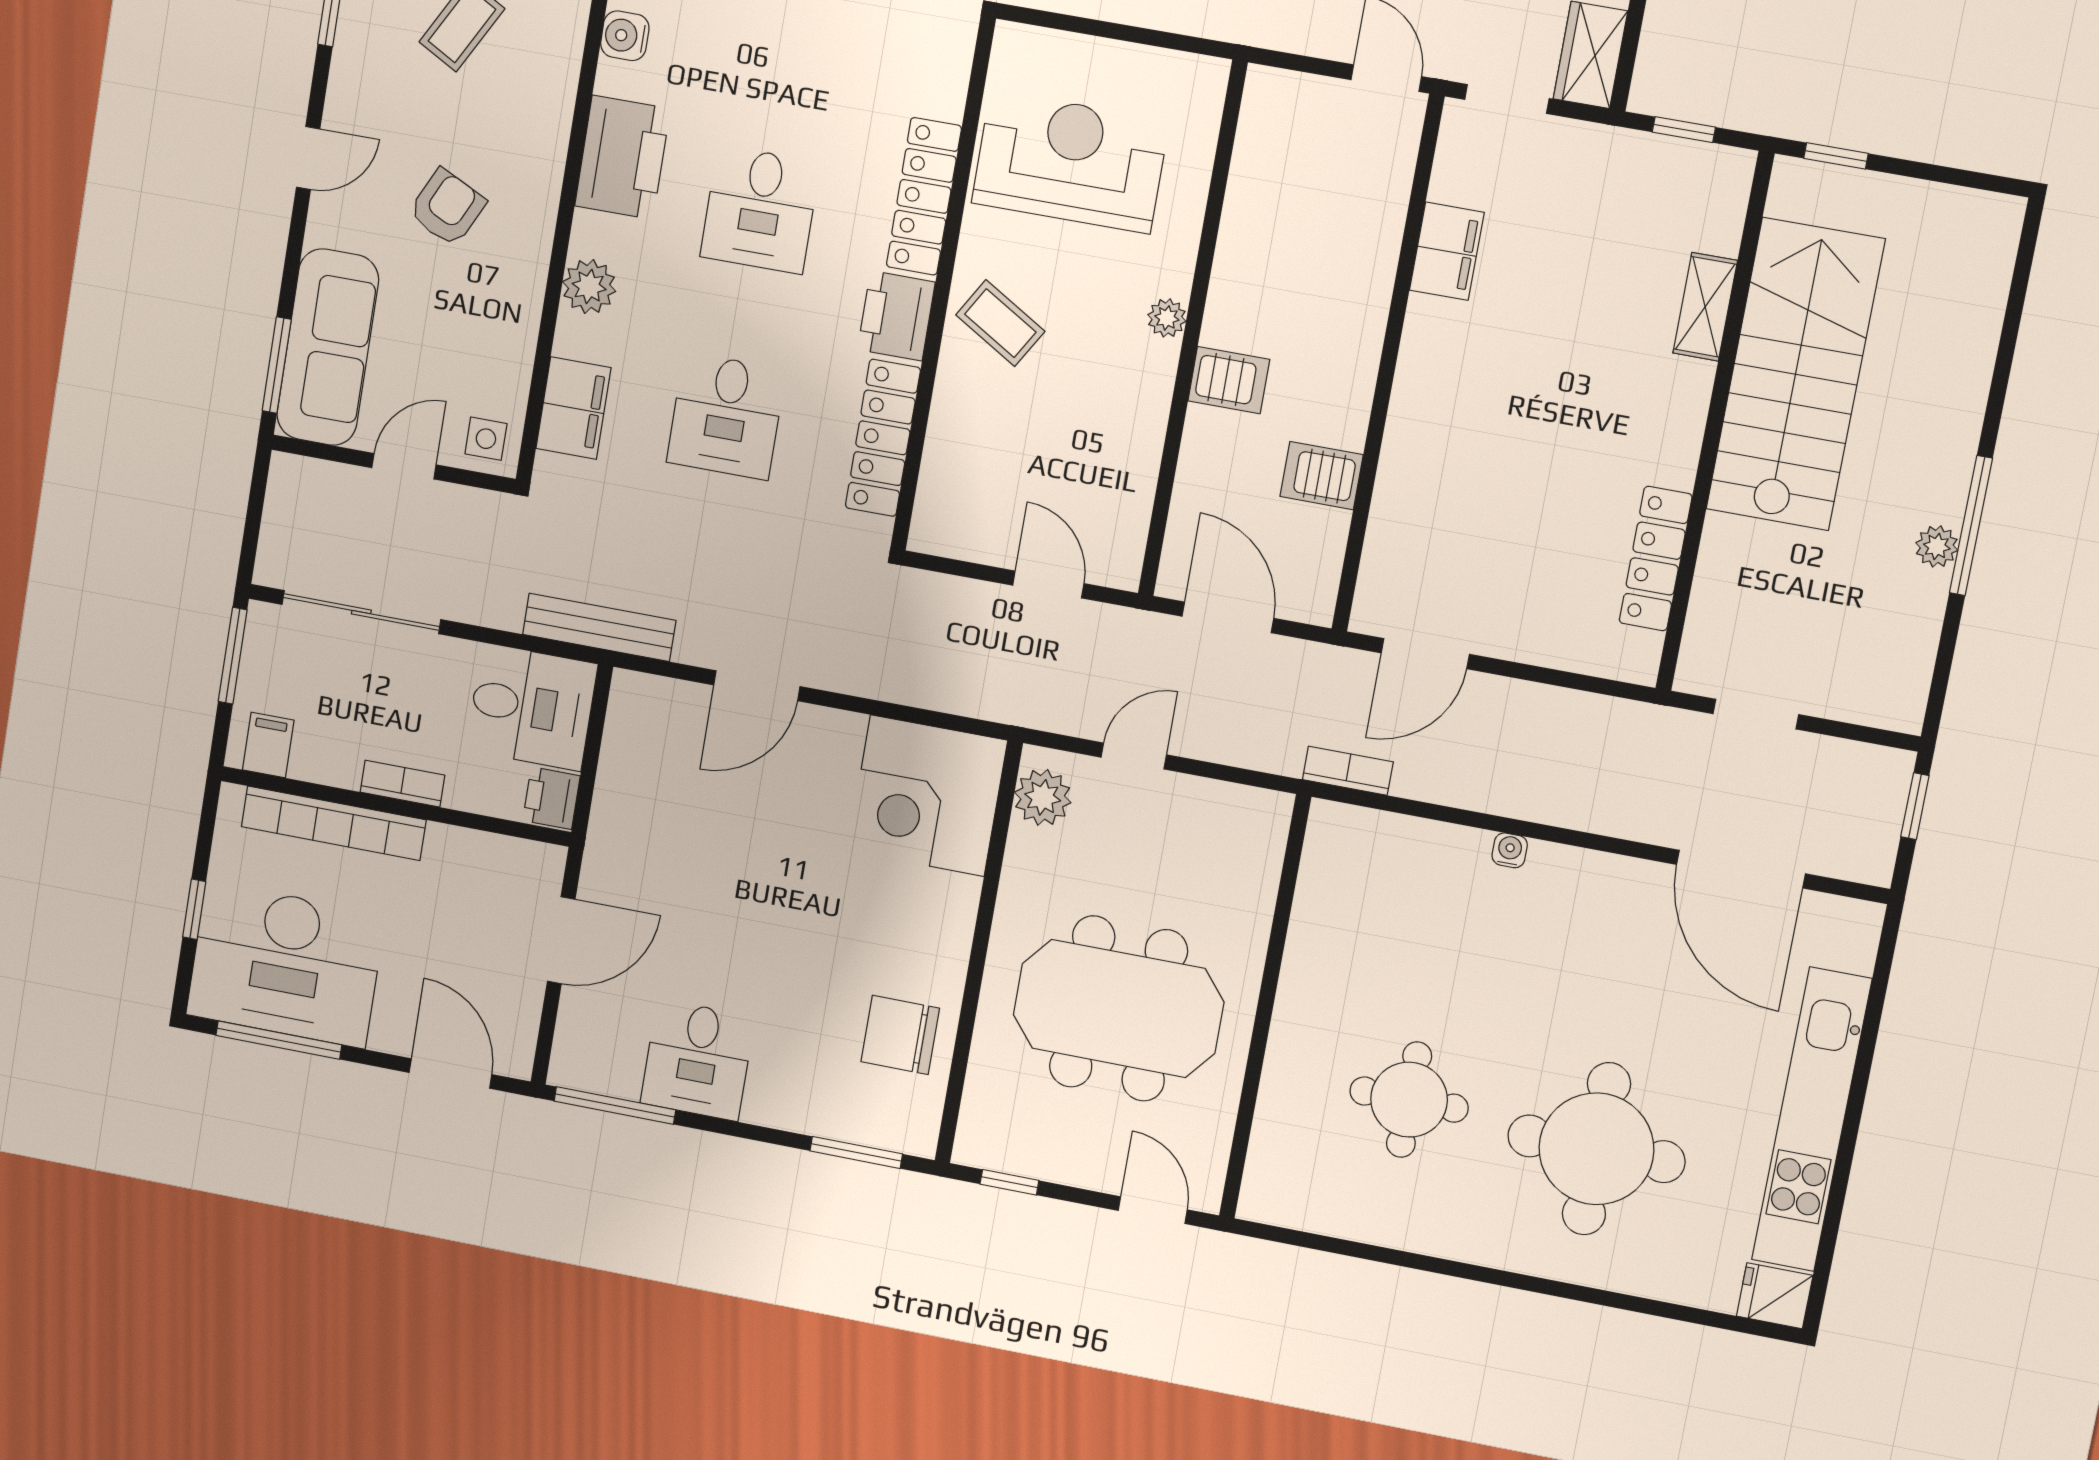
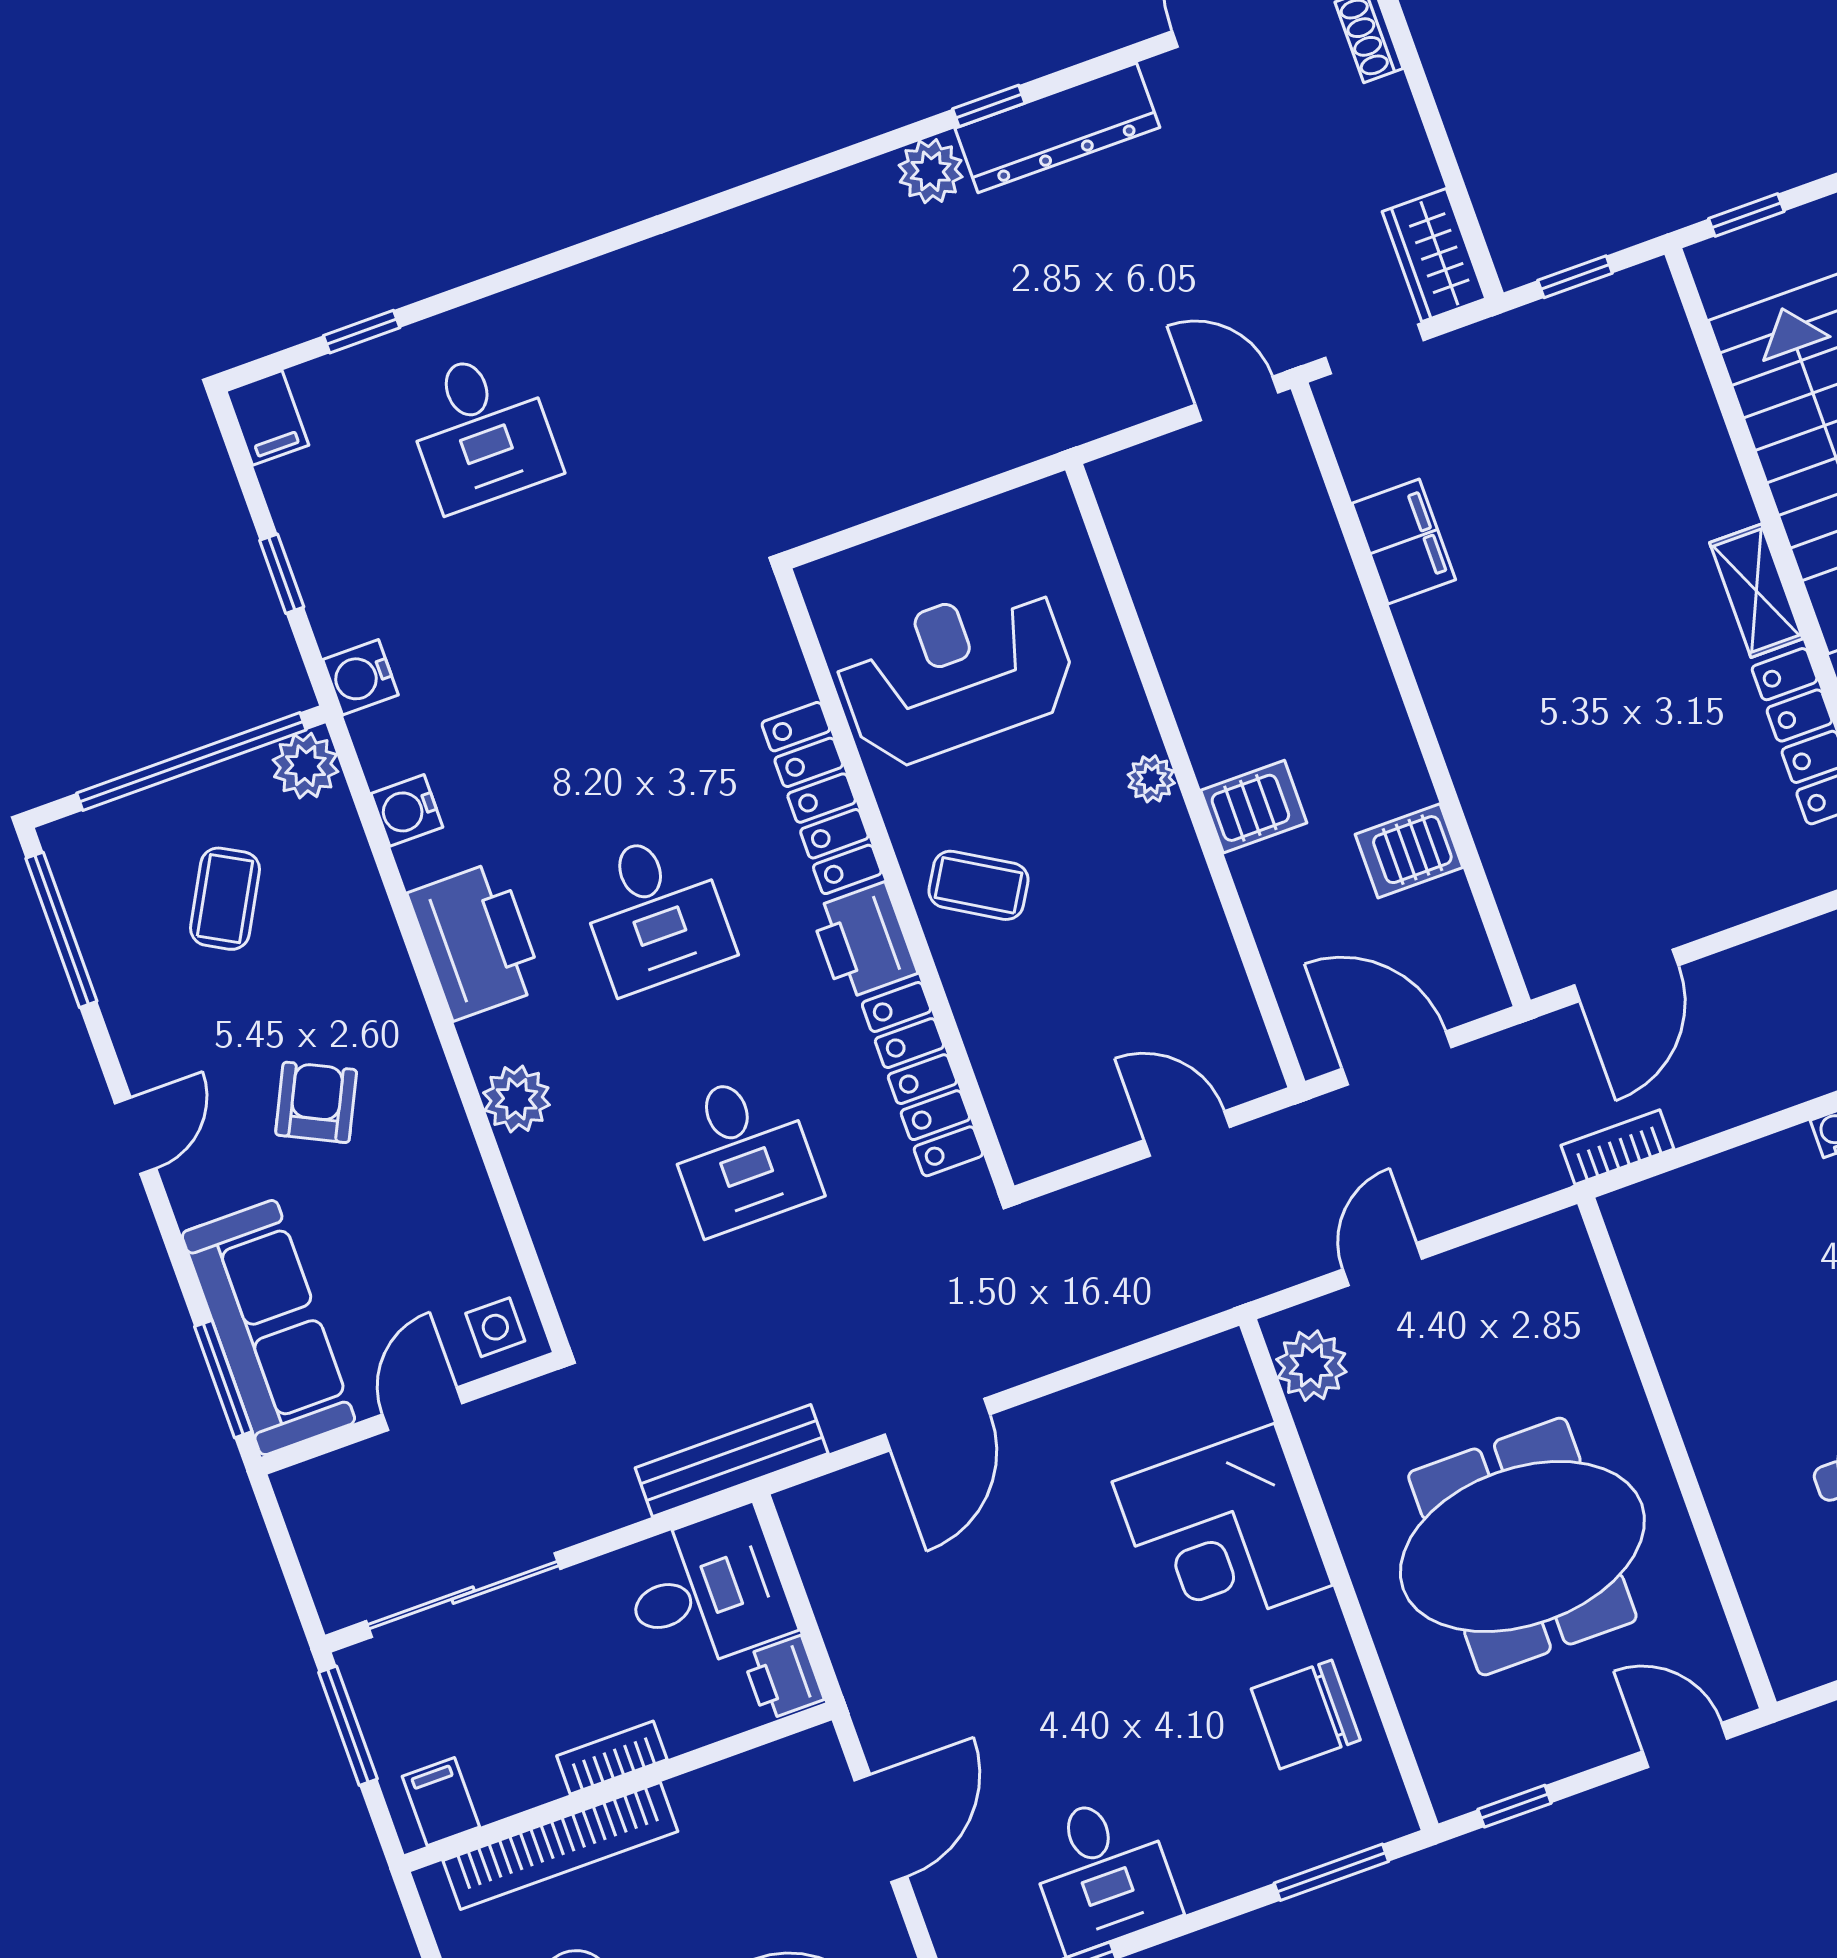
shelving: (1705, 307) -> (1756, 591), moved
filing cabinet: (573, 408) -> (572, 1239), removed
corner desk: (927, 796) -> (1222, 1533), moved

